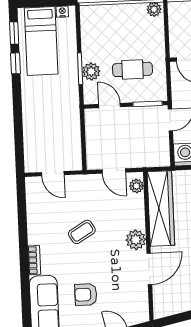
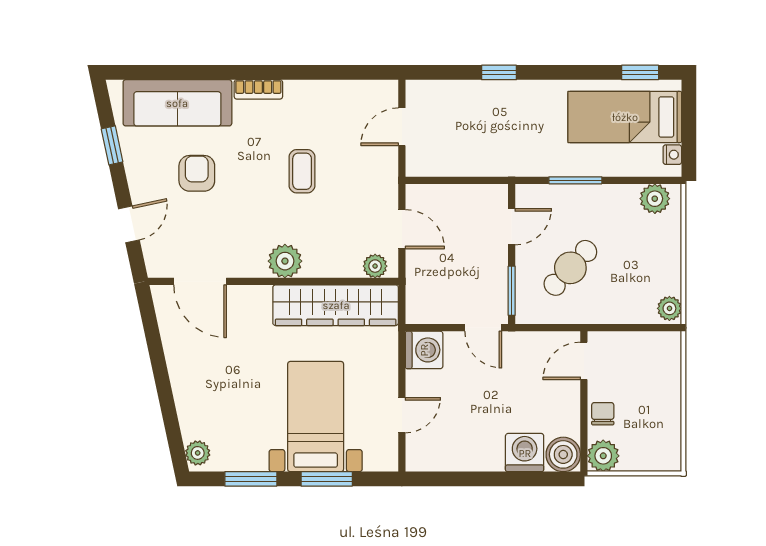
window: (15, 63) -> (499, 72), moved
cafe table: (132, 69) -> (570, 268), turned 43
plant: (91, 72) -> (655, 199), moved
door: (114, 171) -> (402, 229), swing flipped
coffee table: (82, 232) -> (302, 171), turned 31
door: (149, 269) -> (200, 281), moved

